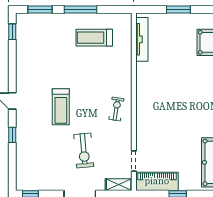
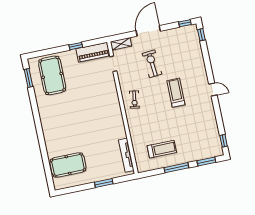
window: (12, 135) -> (201, 35), moved

